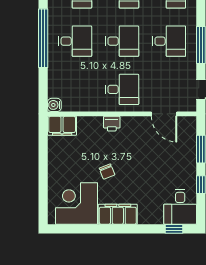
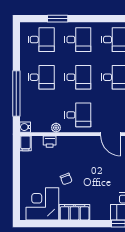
window: (43, 38) -> (16, 94), moved
plant: (94, 106) -> (56, 128), added
printer: (112, 124) -> (50, 142), moved
filing cabinet: (62, 126) -> (25, 143), width x0.50

